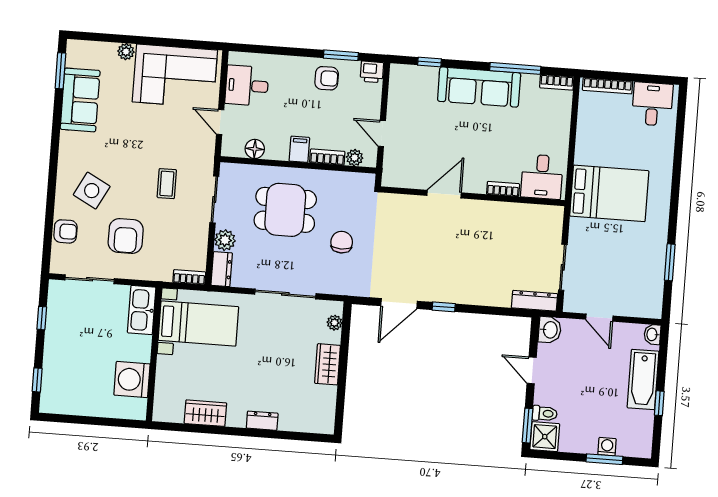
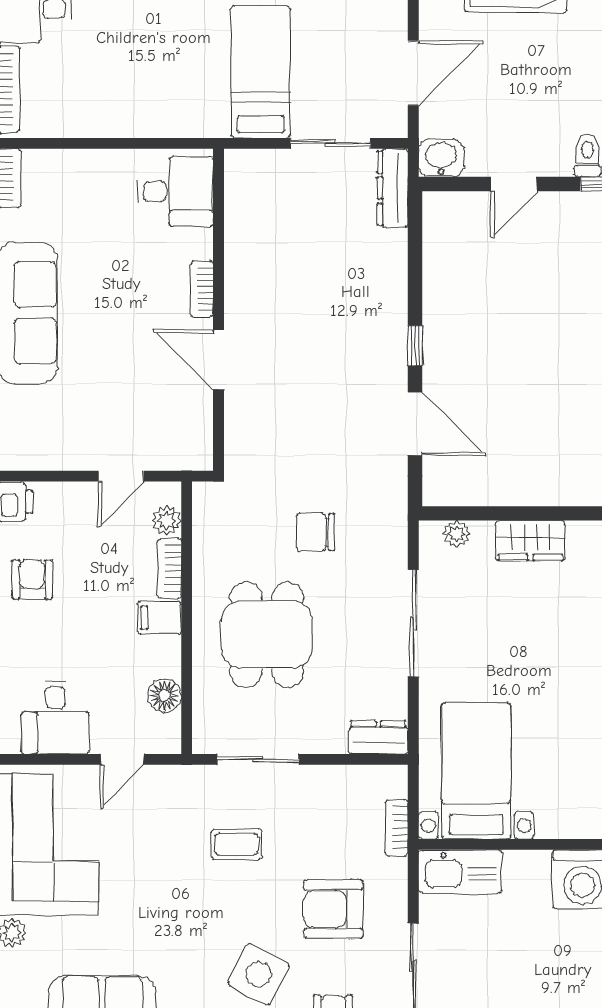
bookcase: (503, 189) -> (202, 289), moved
bed: (609, 193) -> (260, 72), moved, width x0.67
armchair: (126, 236) -> (333, 909), turned 180
plant: (225, 240) -> (327, 736), removed
bookcase: (189, 277) -> (397, 828), moved
door: (599, 318) -> (413, 73), width x1.38

